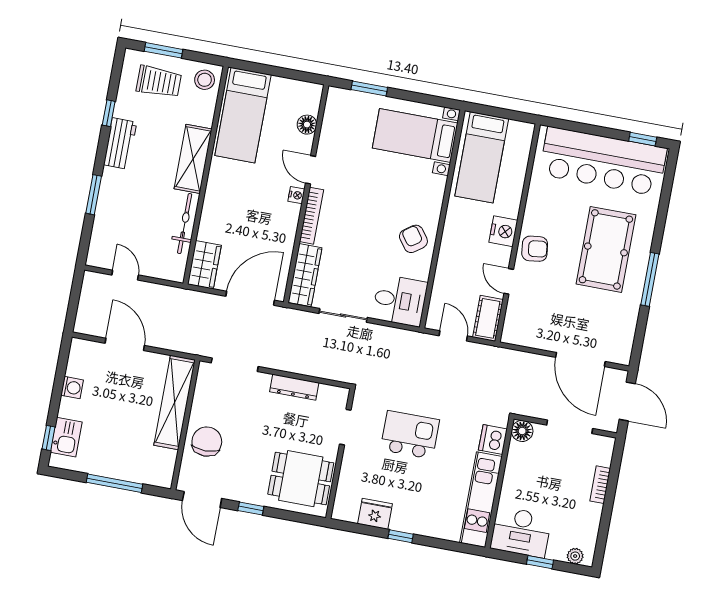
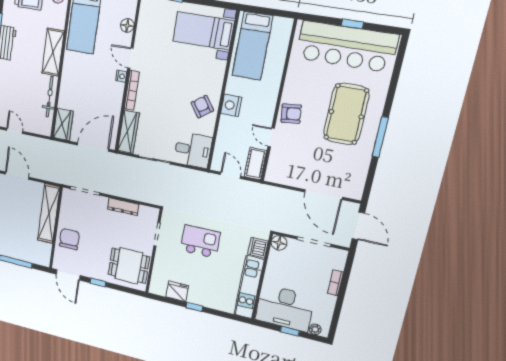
window: (643, 139) -> (352, 24), moved
nightstand: (503, 231) -> (231, 105), moved, turned 180
desk: (521, 532) -> (285, 308), width x1.36, depth x1.30

